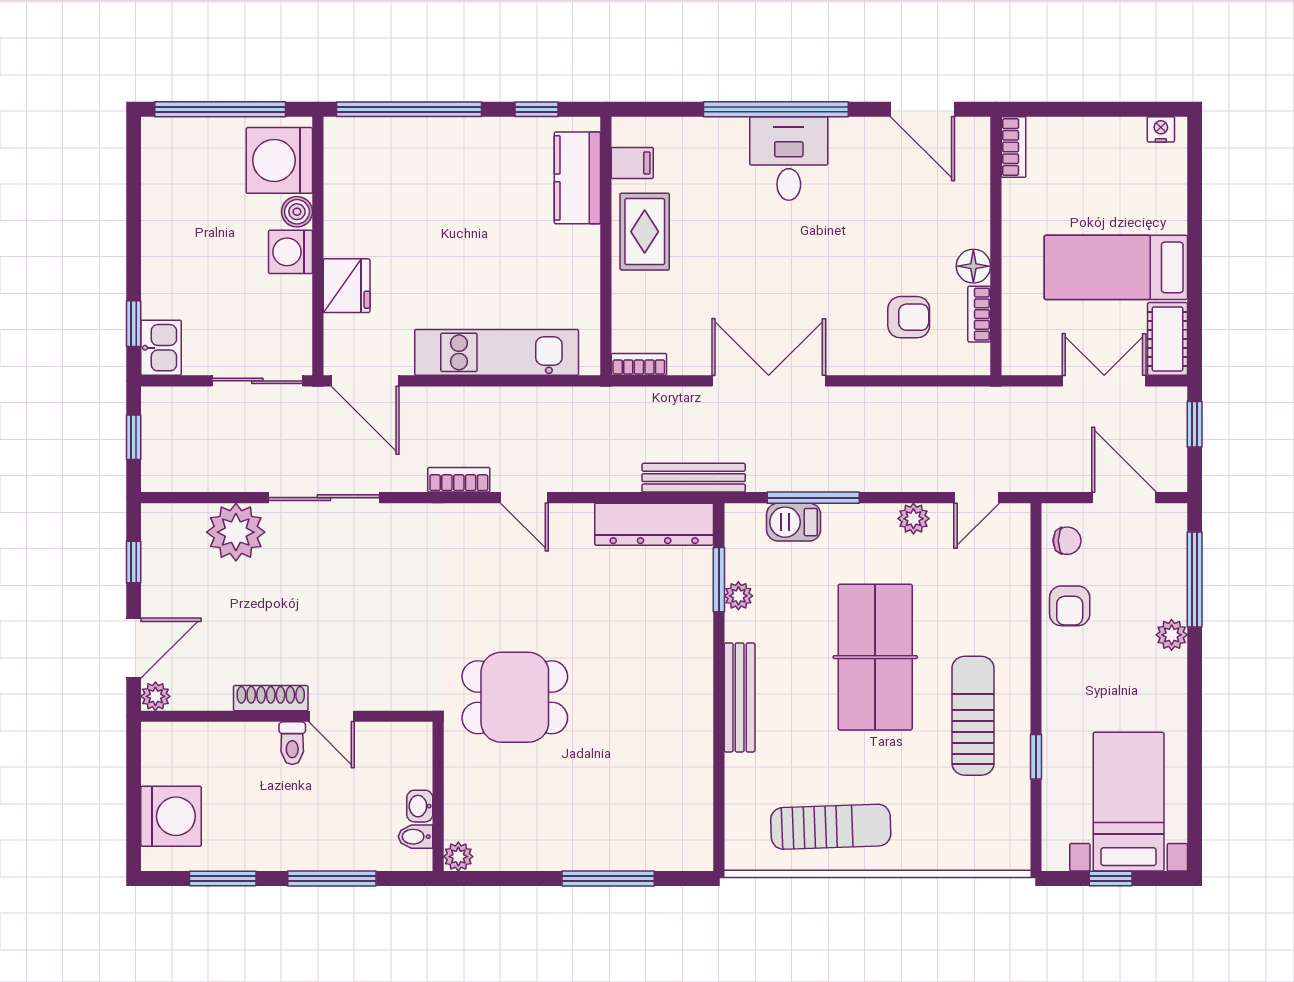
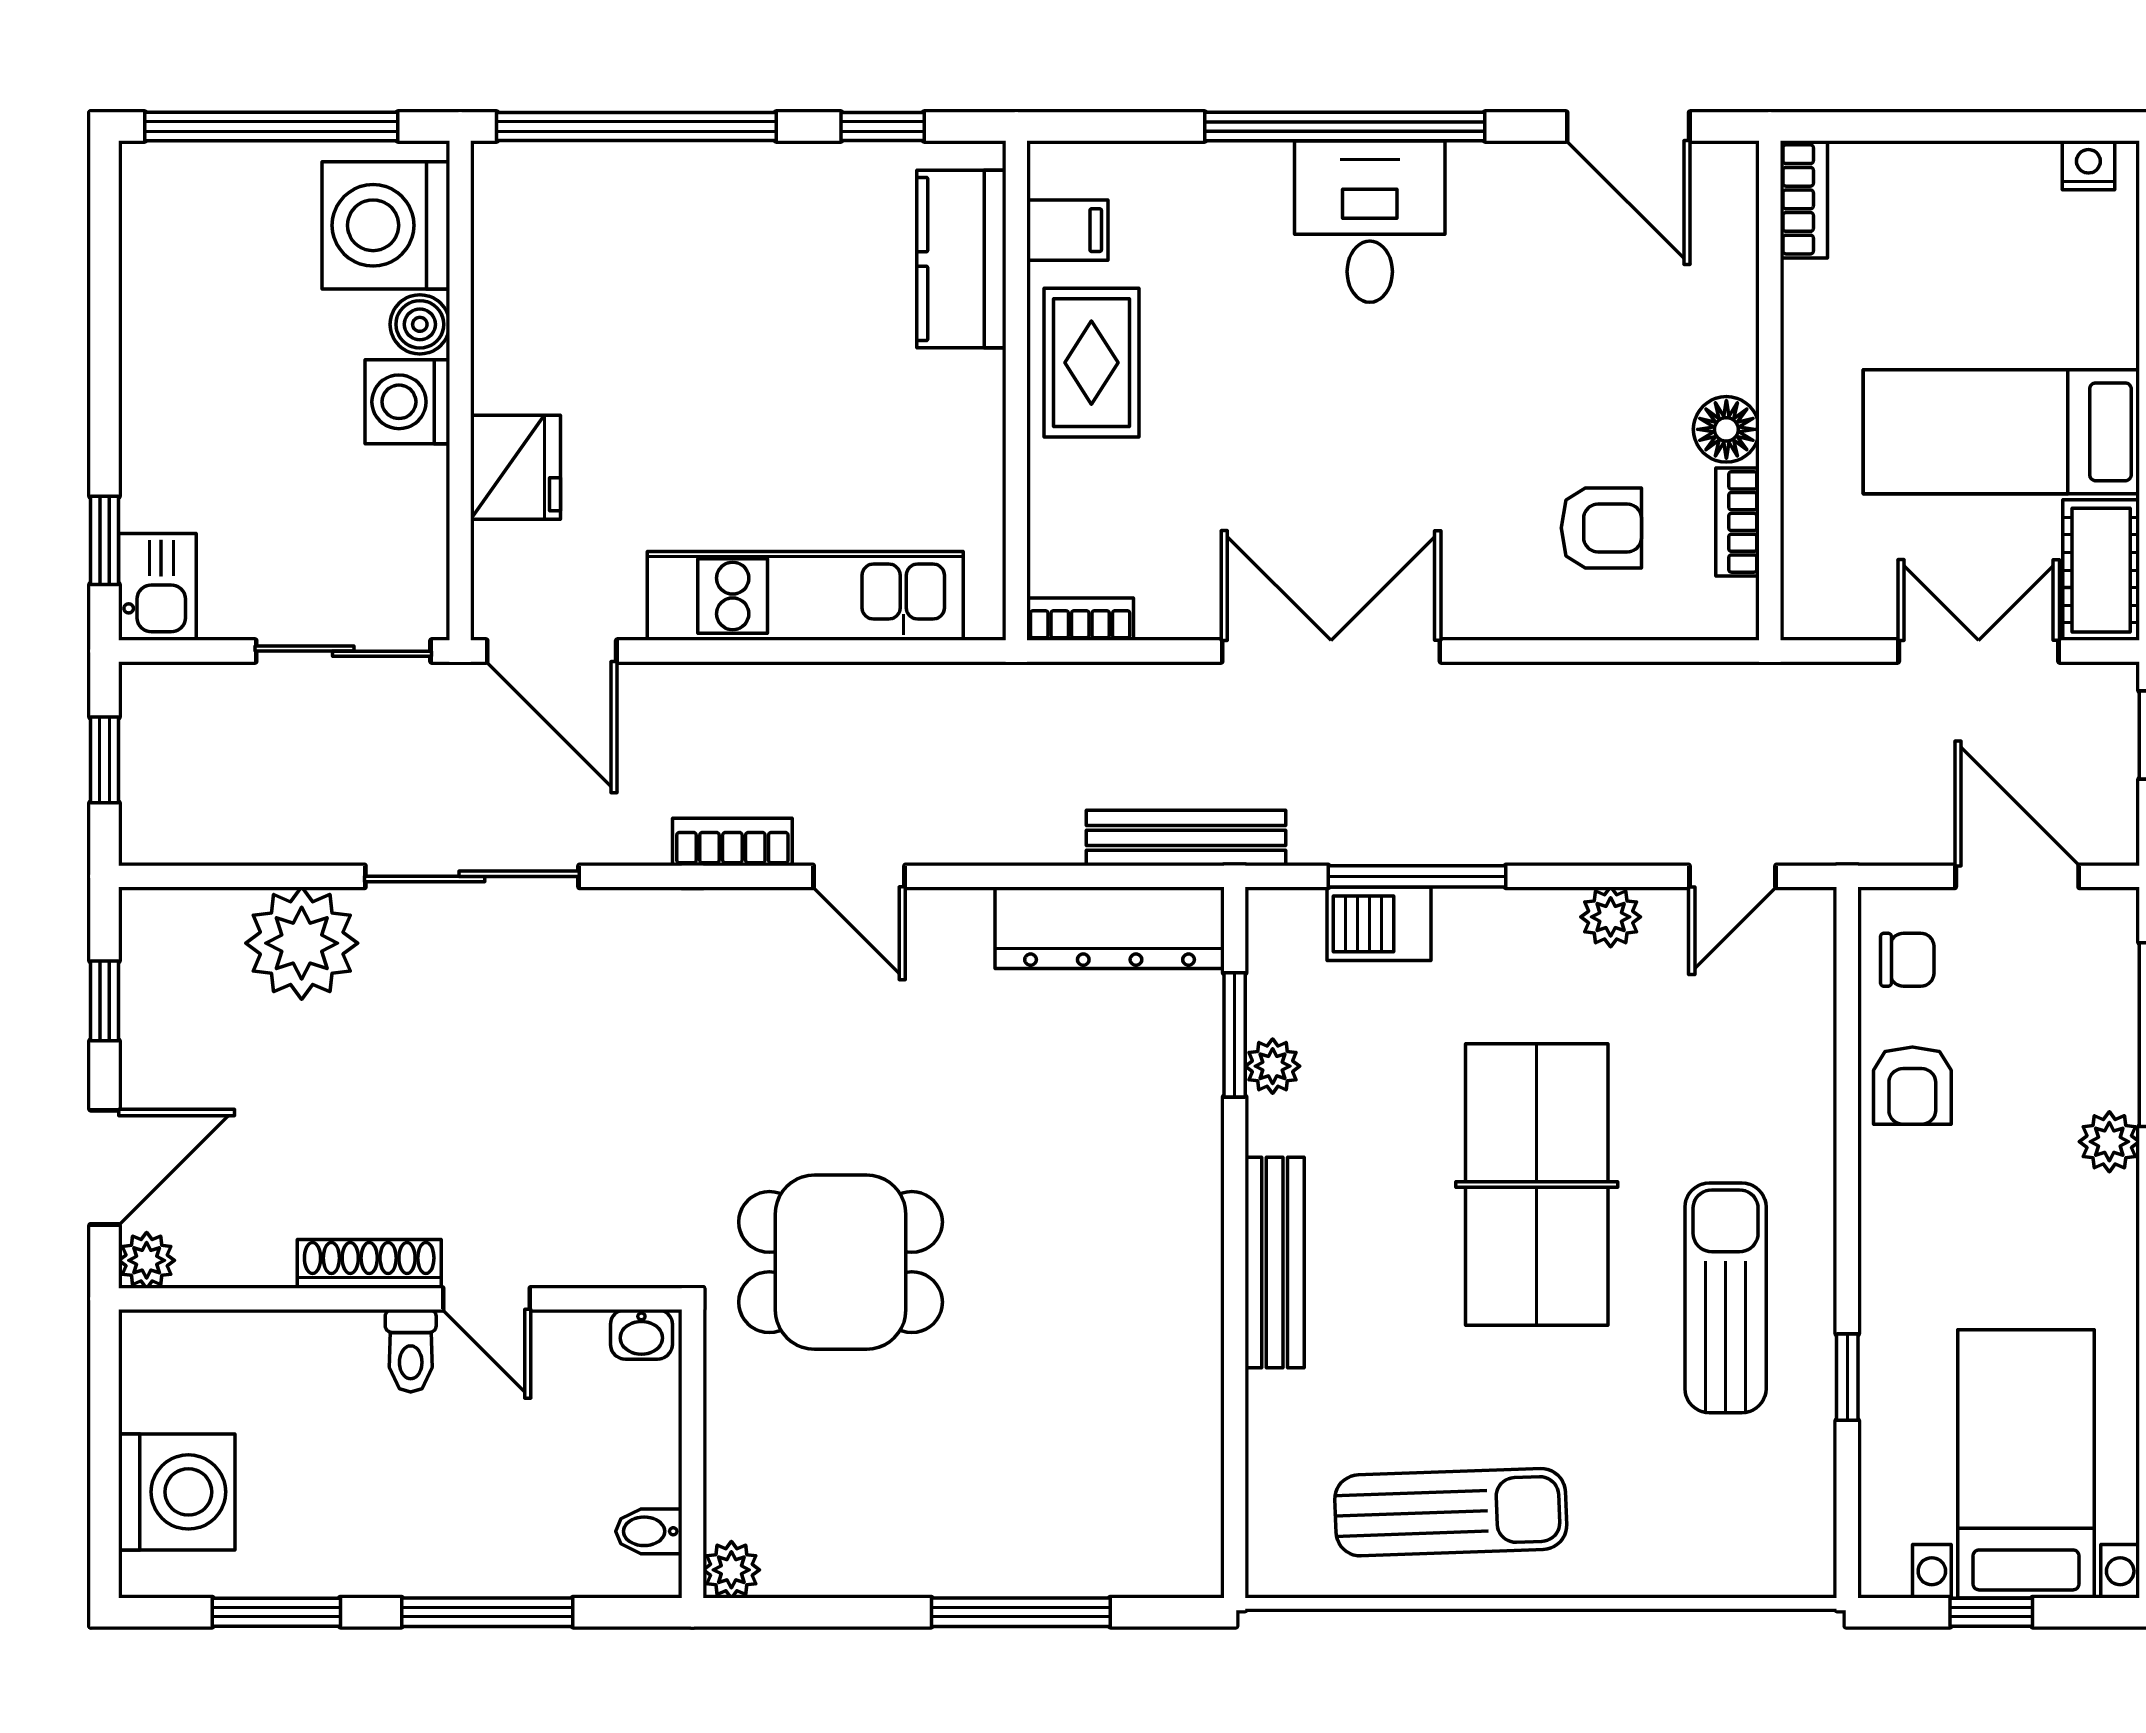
washbasin: (420, 806) -> (641, 1334), moved, turned -90

